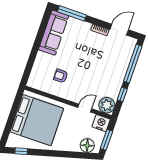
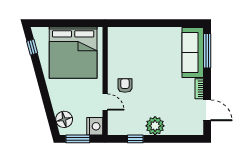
sofa: (54, 33) -> (193, 53), moved, turned 90
window: (133, 64) -> (174, 139), removed
armchair: (61, 76) -> (125, 86), moved
plant: (107, 105) -> (155, 126), moved

